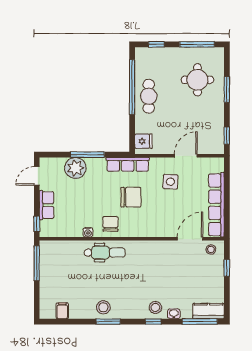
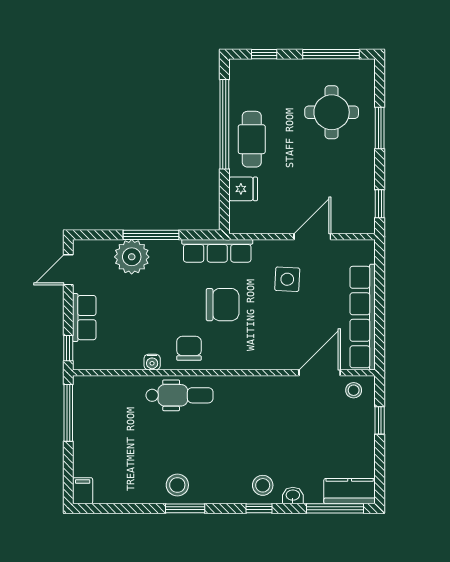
fridge: (143, 141) -> (243, 189), moved
filing cabinet: (62, 311) -> (83, 491), moved

